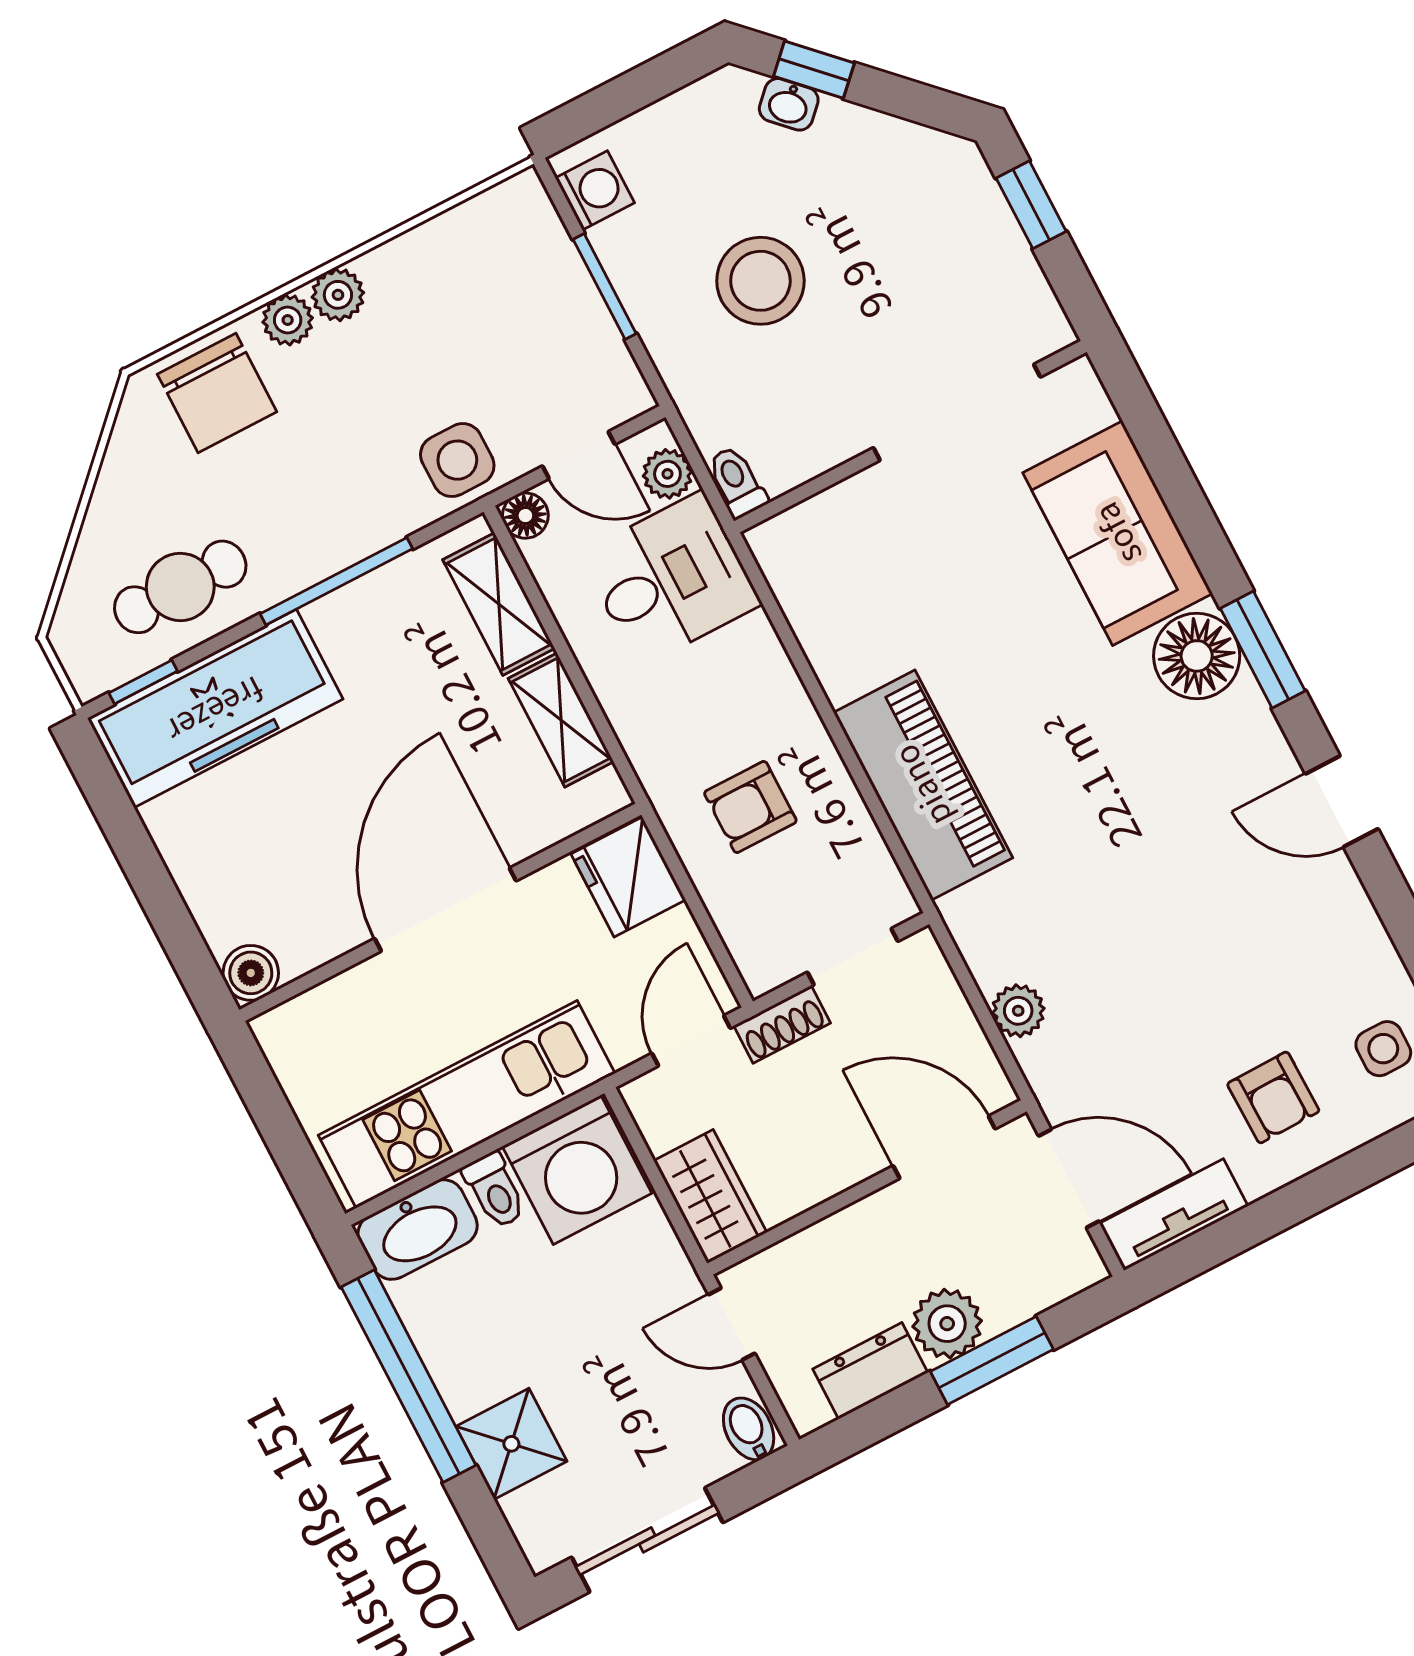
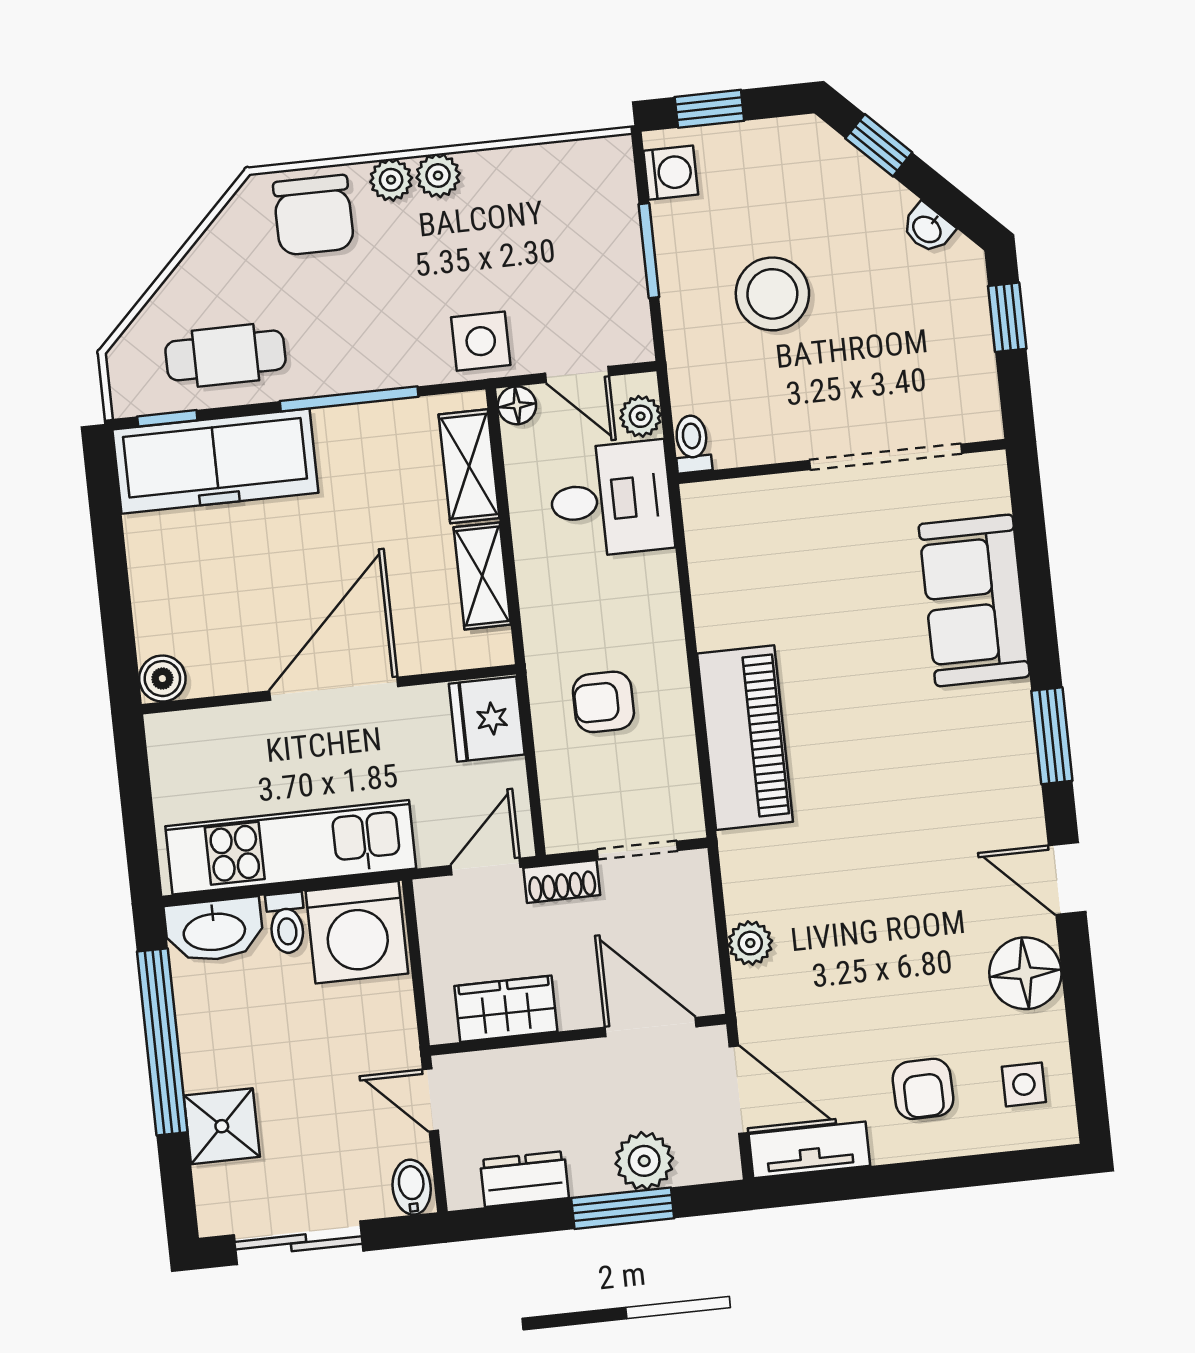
window: (610, 103) -> (709, 109), added
washbasin: (789, 104) -> (928, 229), moved
floor lamp: (1197, 656) -> (1025, 973), moved
wardrobe: (710, 1196) -> (506, 1009), moved, turned -90
plant: (947, 1324) -> (644, 1161), moved

